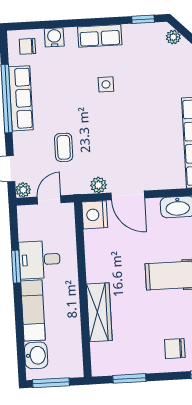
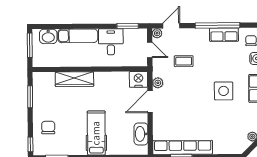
side table: (106, 84) -> (224, 91), width x1.87, depth x1.87
row of seats: (21, 98) -> (224, 35), width x0.68
window: (16, 267) -> (128, 26), moved

